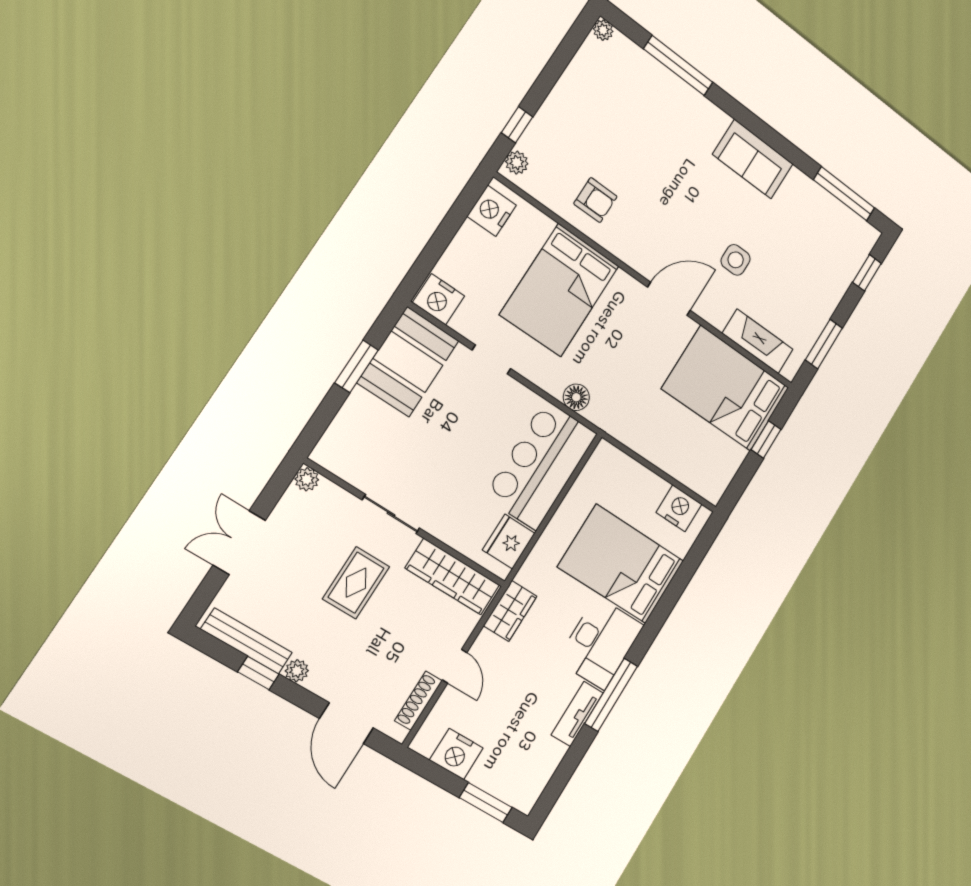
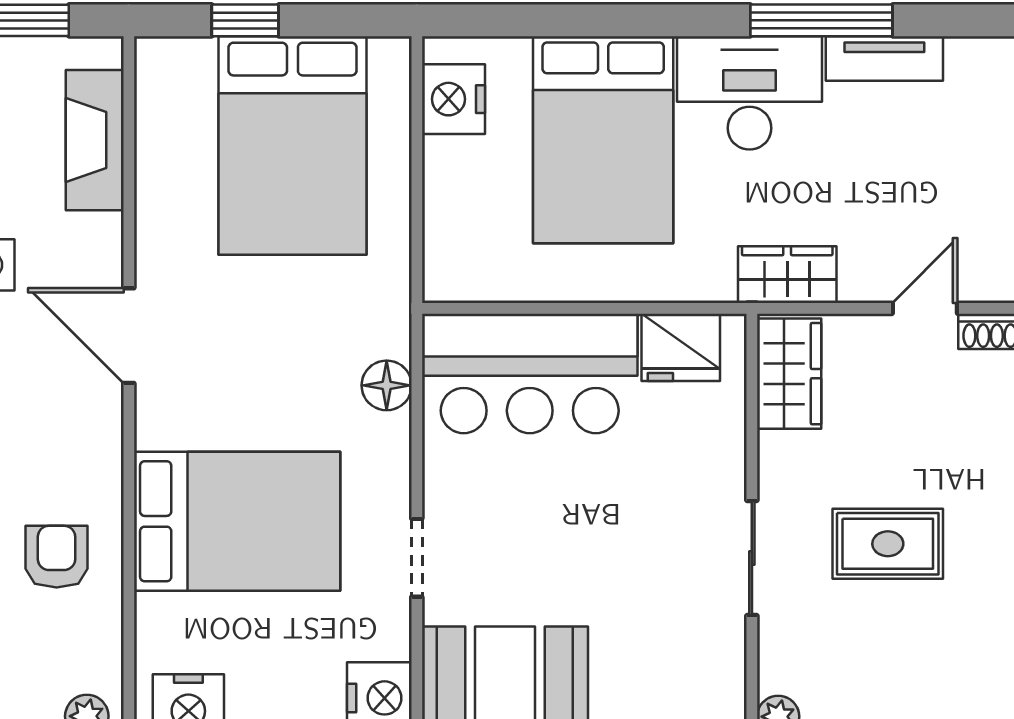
bed: (726, 388) -> (292, 146), moved
wardrobe: (453, 577) -> (789, 374), width x0.67

